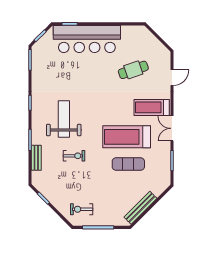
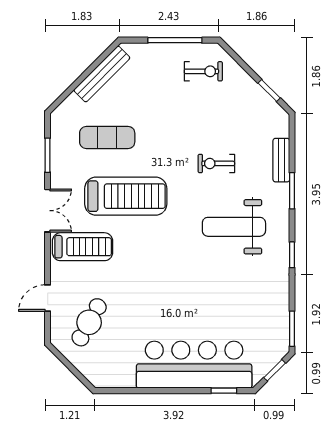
cafe table: (133, 70) -> (89, 322), moved, turned -42
weight bench: (64, 119) -> (234, 227), turned 90
exercise mat: (128, 164) -> (107, 138), moved

